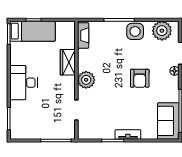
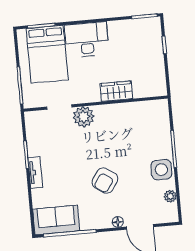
bed: (33, 31) -> (47, 54), moved, width x1.50
plant: (162, 31) -> (170, 196), width x0.53, depth x0.53
fireplace: (83, 35) -> (151, 107), removed
armchair: (140, 78) -> (105, 181), turned -56
plant: (86, 80) -> (84, 117), moved

